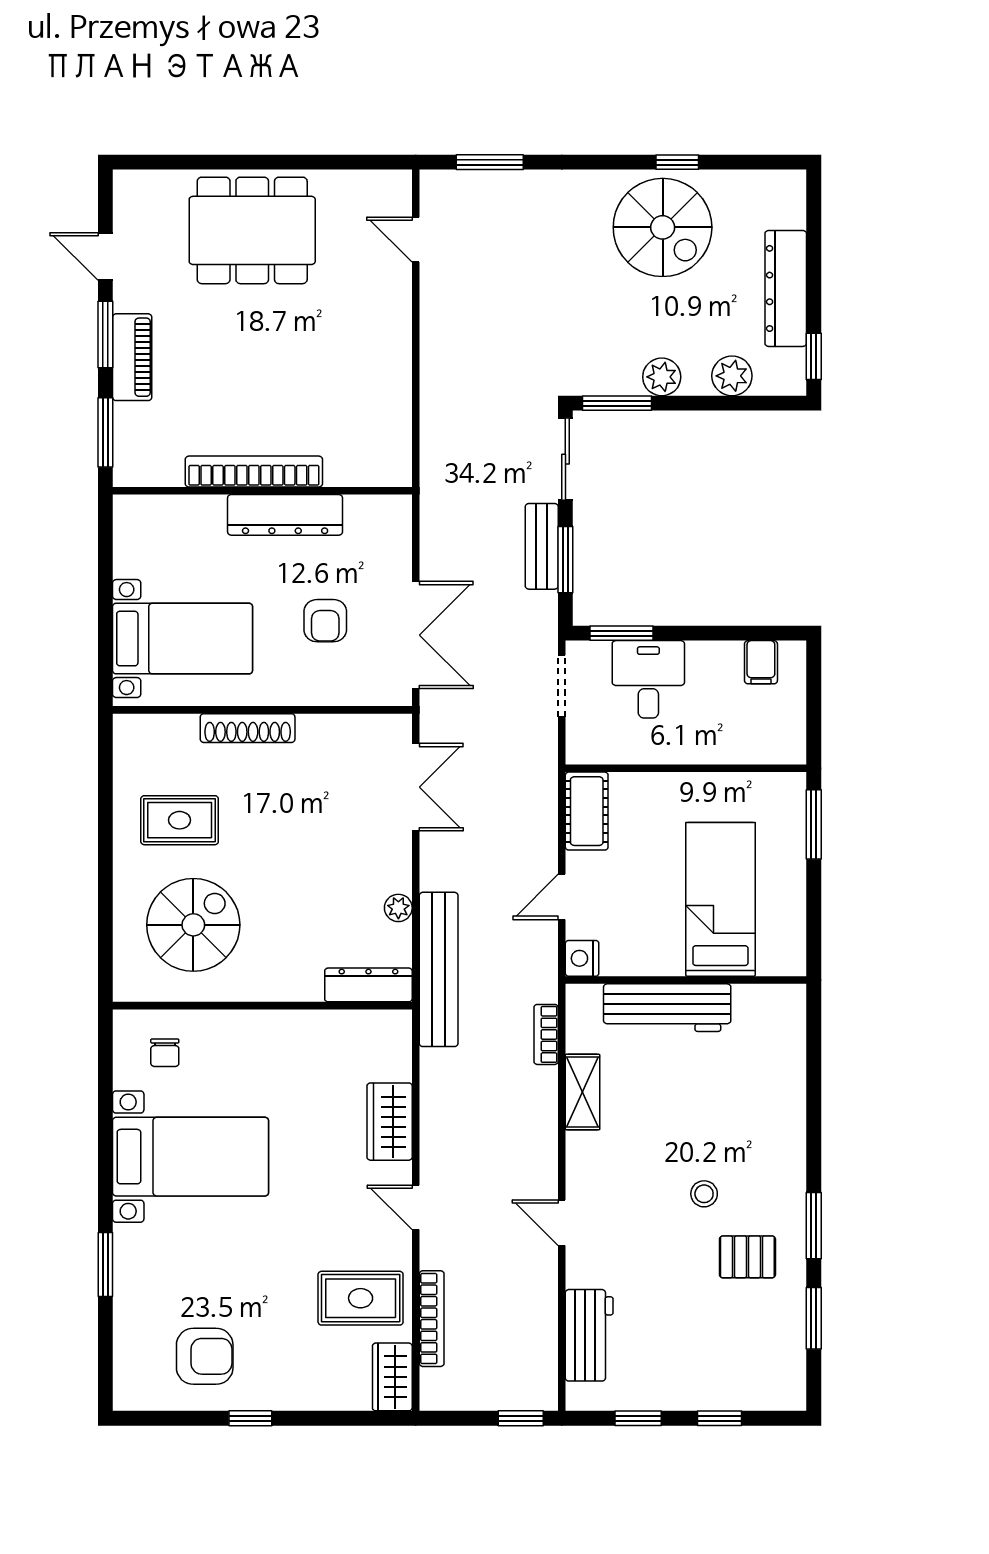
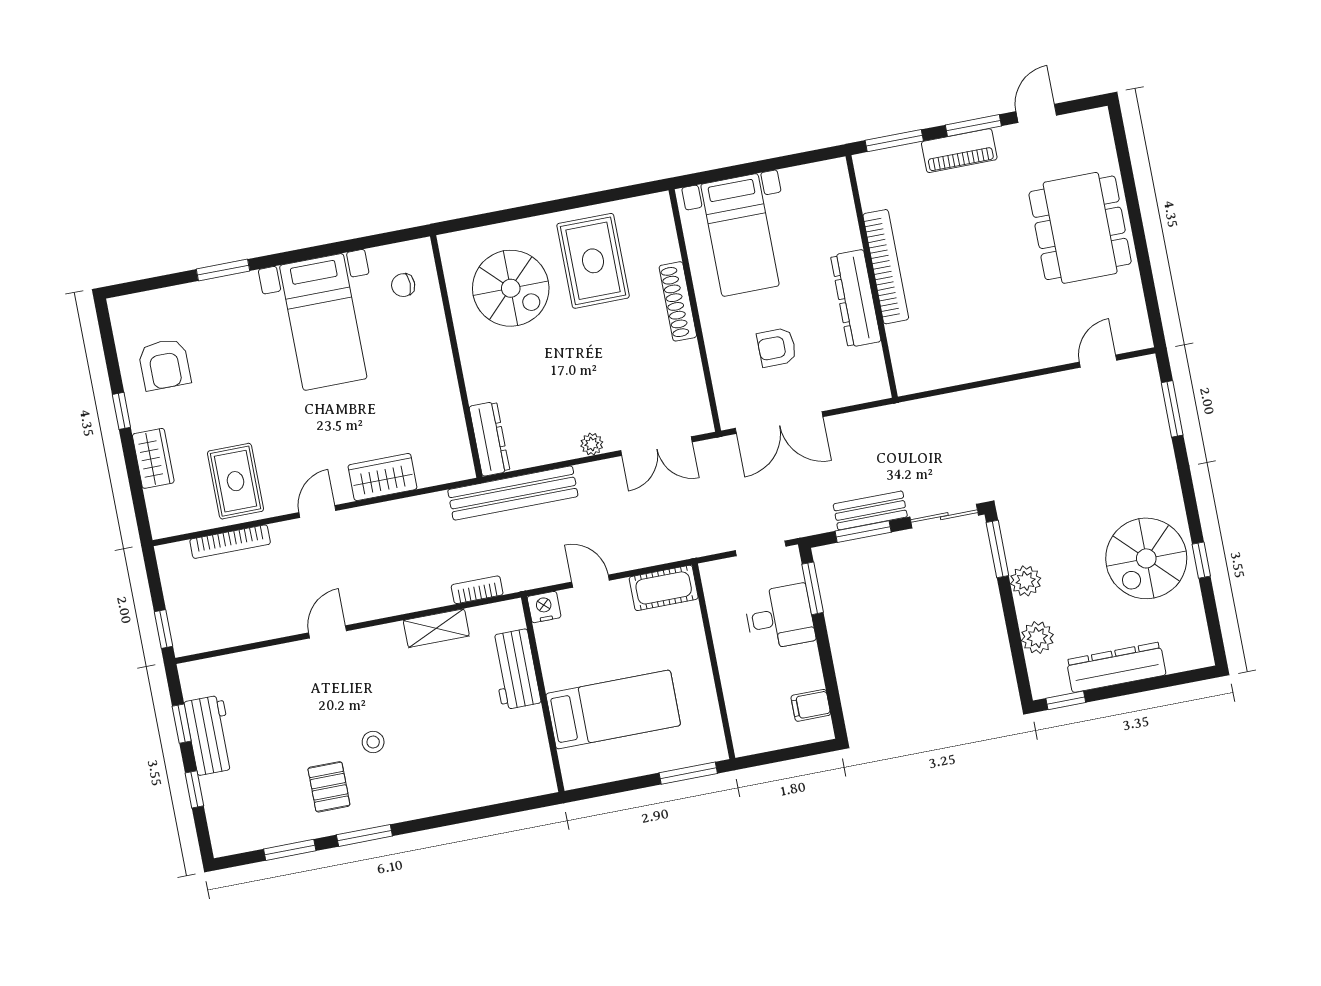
rug: (180, 820) -> (593, 261), width x1.36, depth x1.43
plant: (398, 908) -> (592, 444), moved
workbench: (667, 1008) -> (515, 669), width x0.73
workbench: (589, 1335) -> (210, 735), moved, turned -90
wardrobe: (392, 1377) -> (153, 458), moved, turned 90

